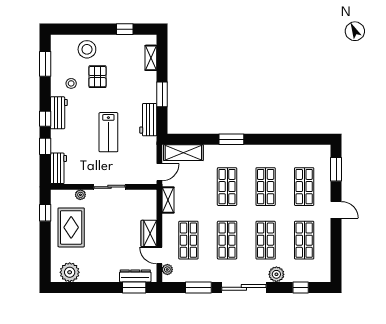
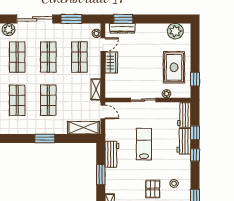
workbench: (59, 113) -> (184, 141), moved
door: (159, 172) -> (103, 112), swing flipped
door: (159, 256) -> (103, 45), hinge flipped

